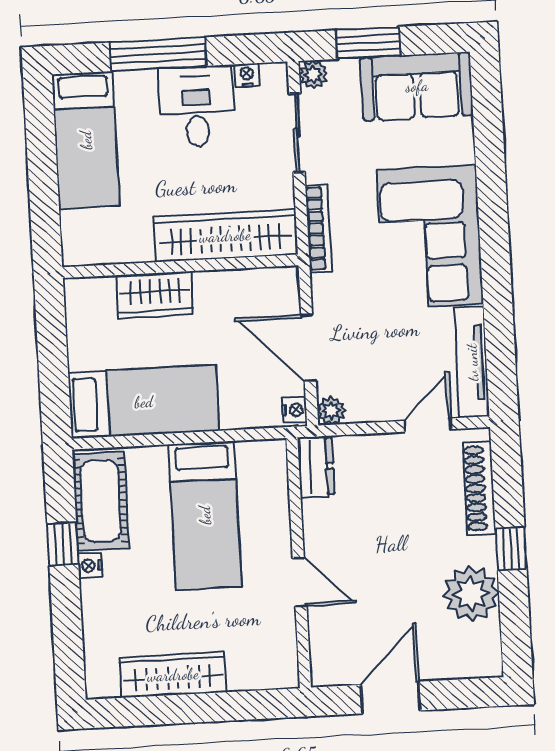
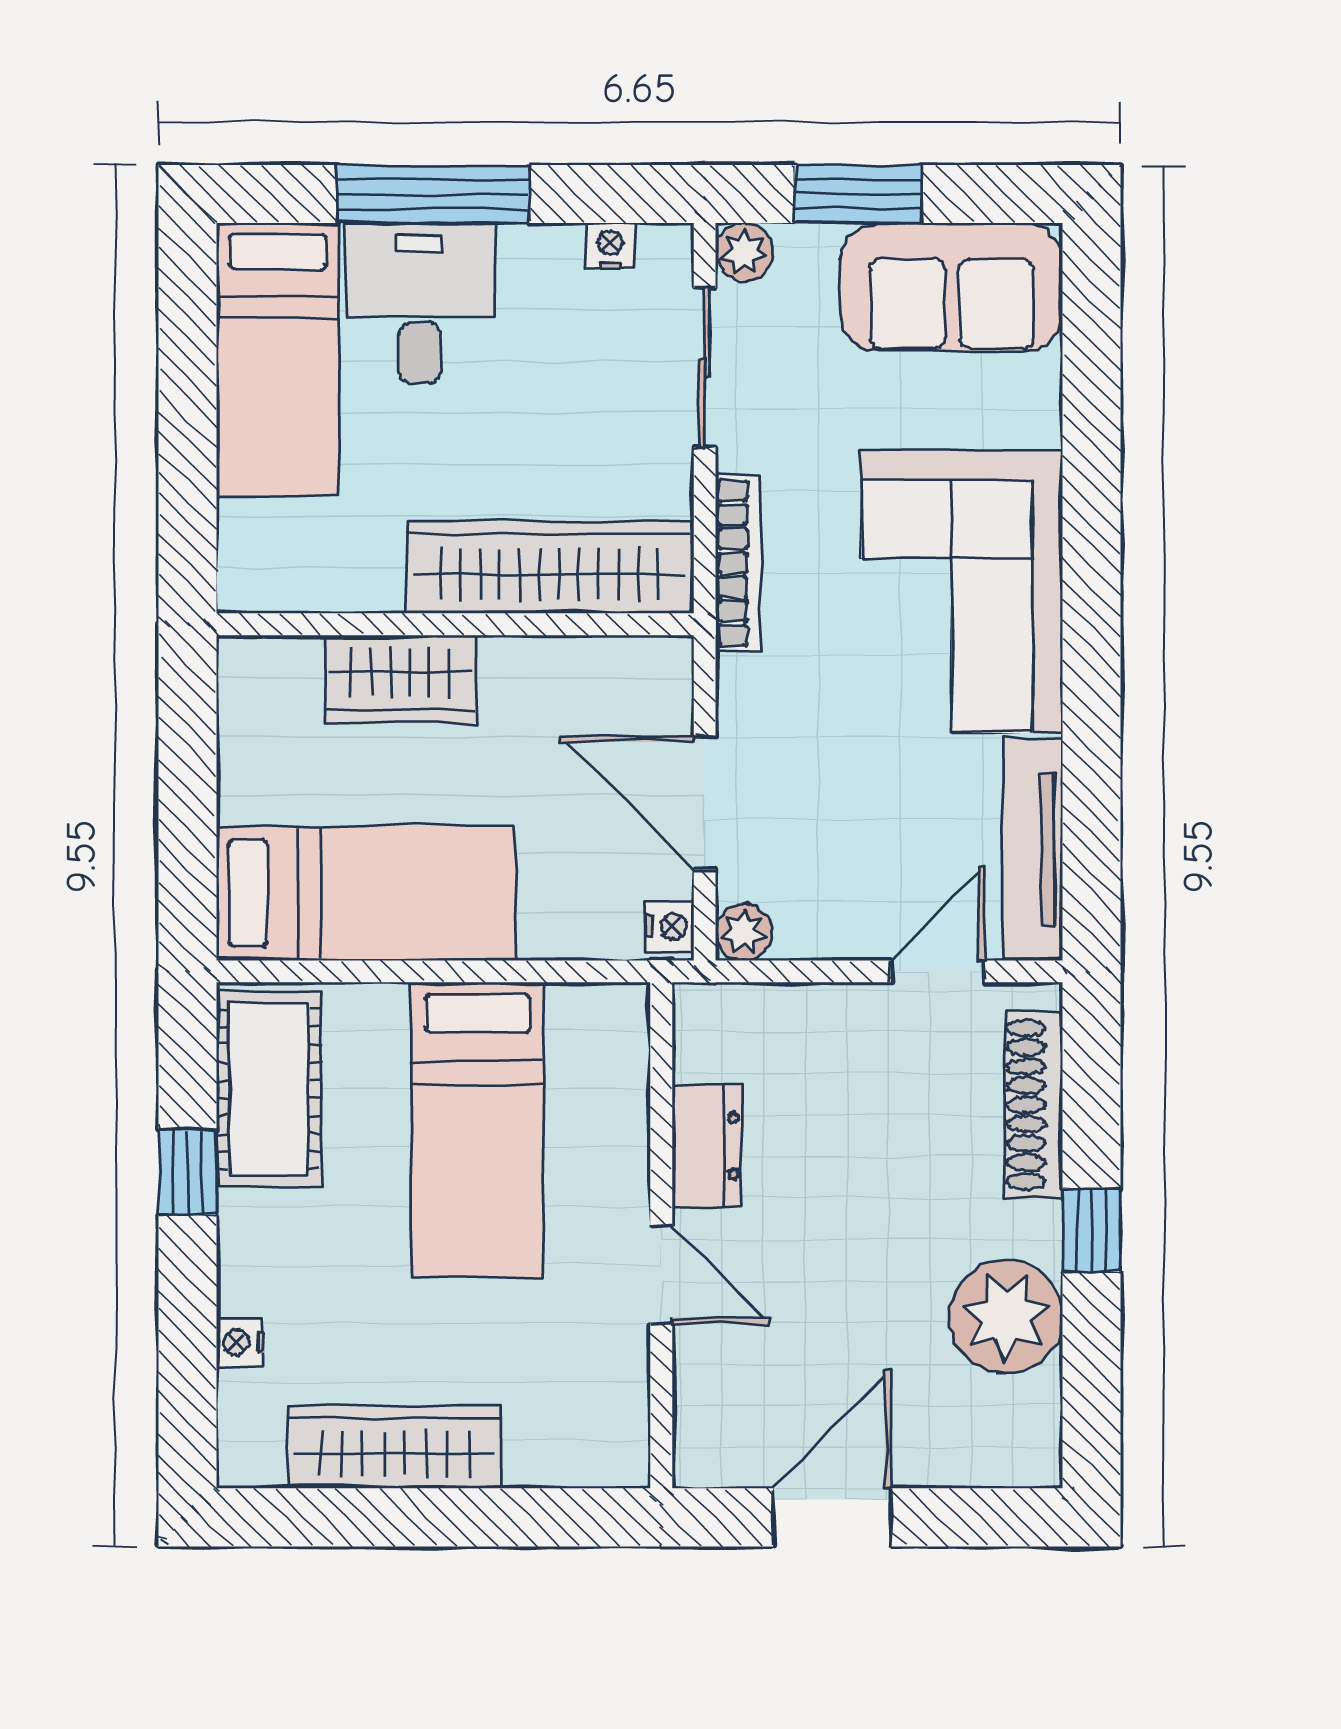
desk: (197, 106) -> (420, 303), moved
dresser: (316, 467) -> (707, 1146), moved
nightstand: (90, 566) -> (240, 1342), moved

